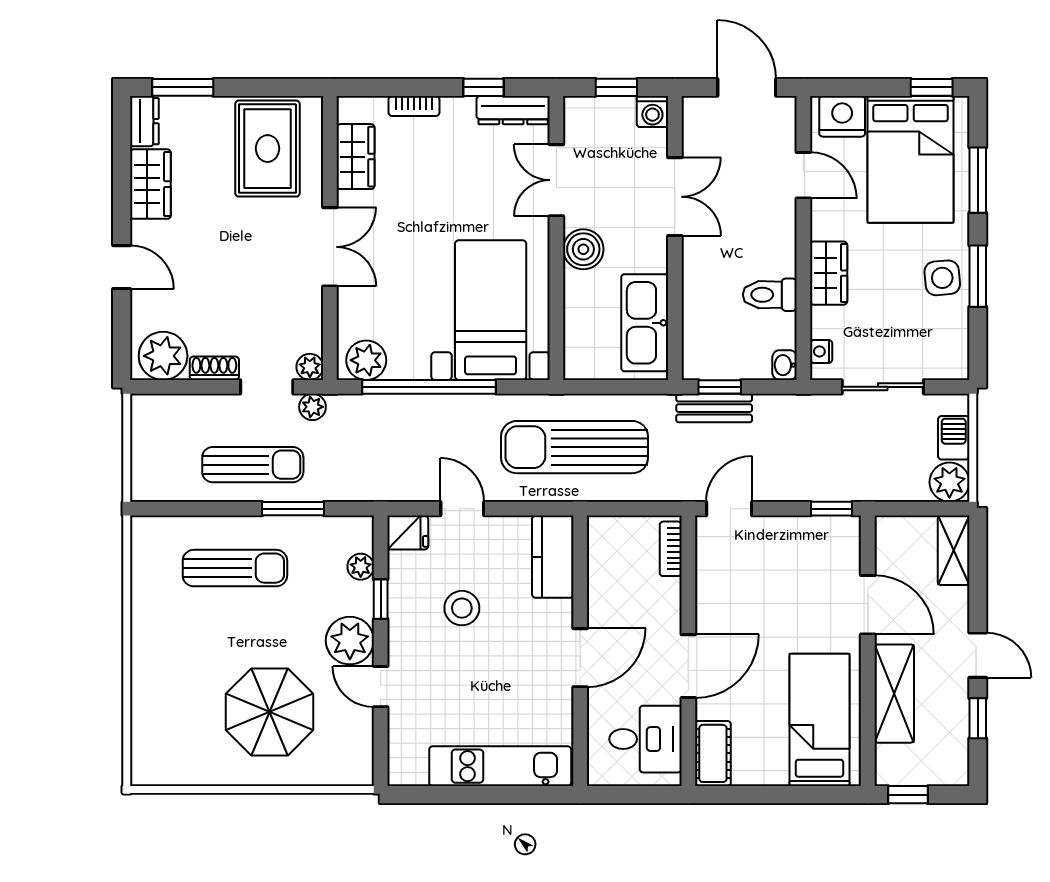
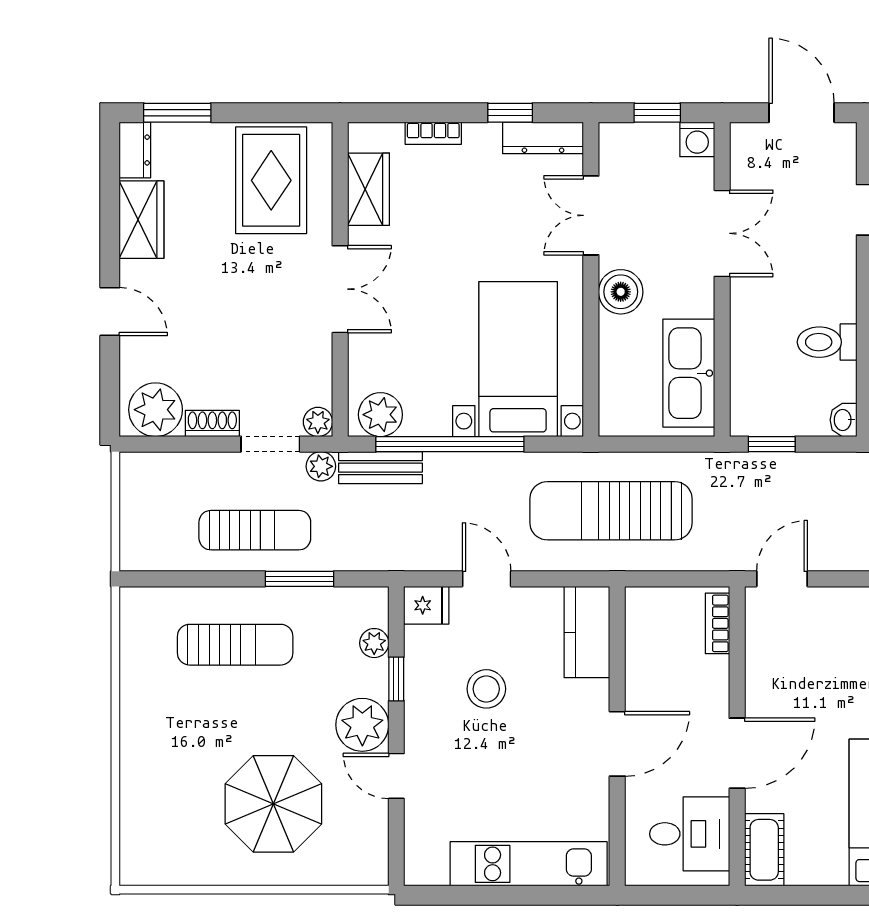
bench: (714, 408) -> (380, 468), moved

